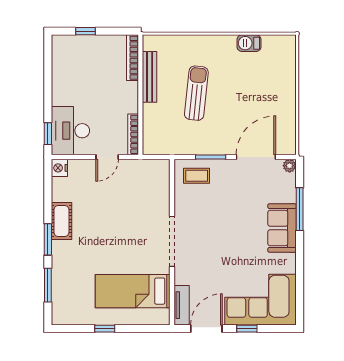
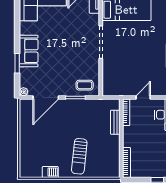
bench: (150, 77) -> (115, 122), moved, width x0.73
sun lounger: (196, 93) -> (79, 156), moved
window: (300, 209) -> (17, 63), width x0.69

